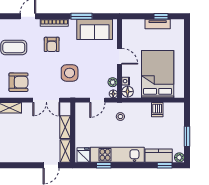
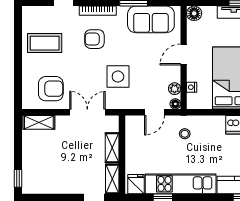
armchair: (52, 44) -> (94, 39), turned 90
door: (120, 56) -> (184, 55), swing flipped
floor lamp: (128, 92) -> (194, 13), moved
double door: (46, 100) -> (87, 112), swing flipped

